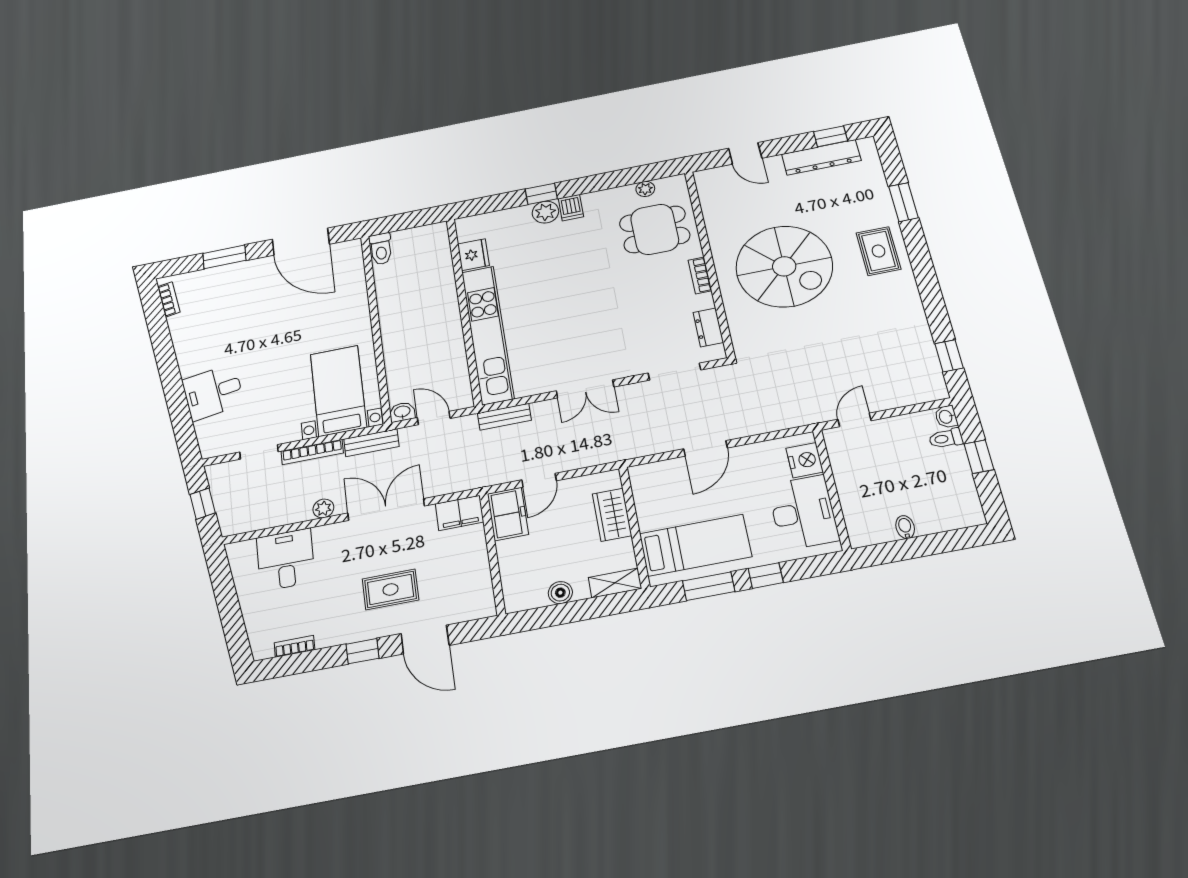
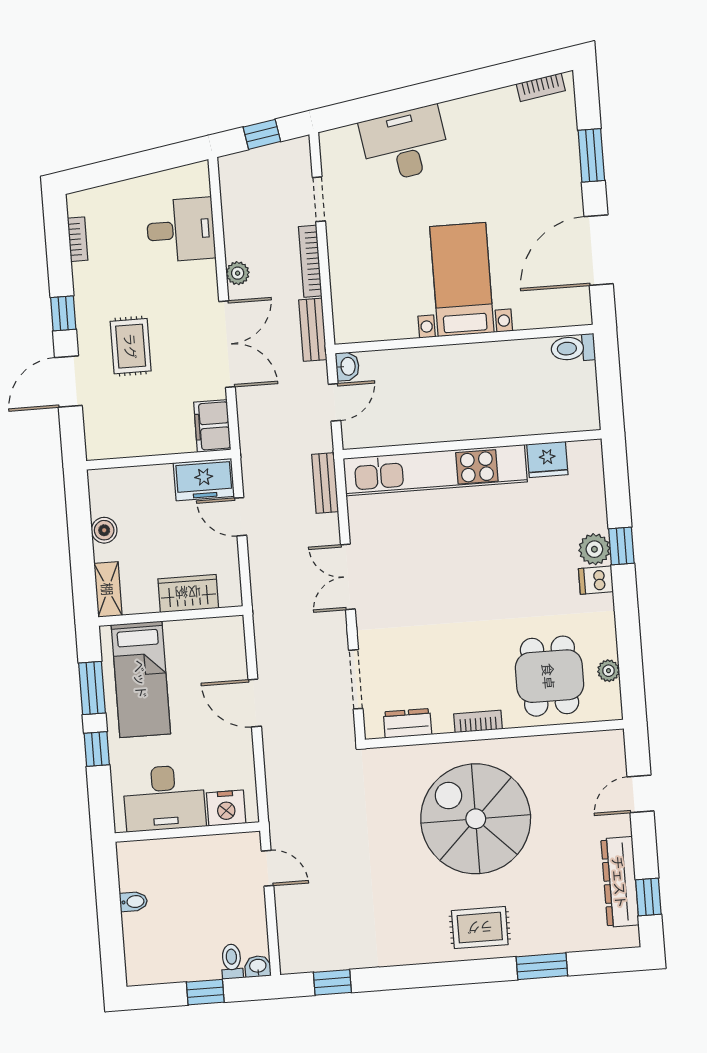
spiral stairs: (784, 266) -> (476, 819), turned 90
bed with nightstands: (338, 391) -> (462, 280), moved, turned -90
desk: (213, 392) -> (405, 144), width x1.37

